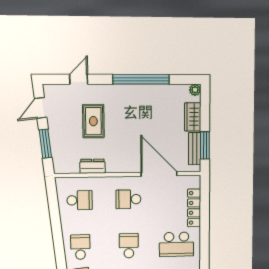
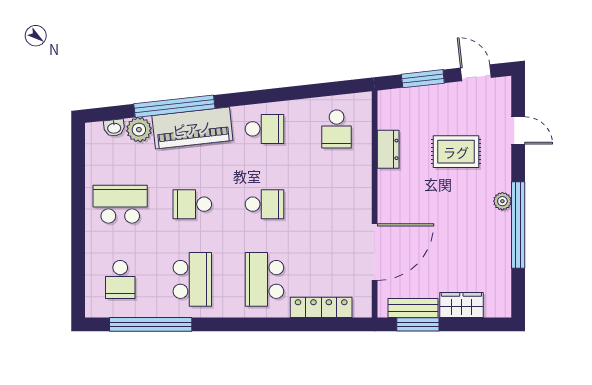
plant: (195, 90) -> (502, 201), moved
school desk: (128, 199) -> (337, 204), removed

